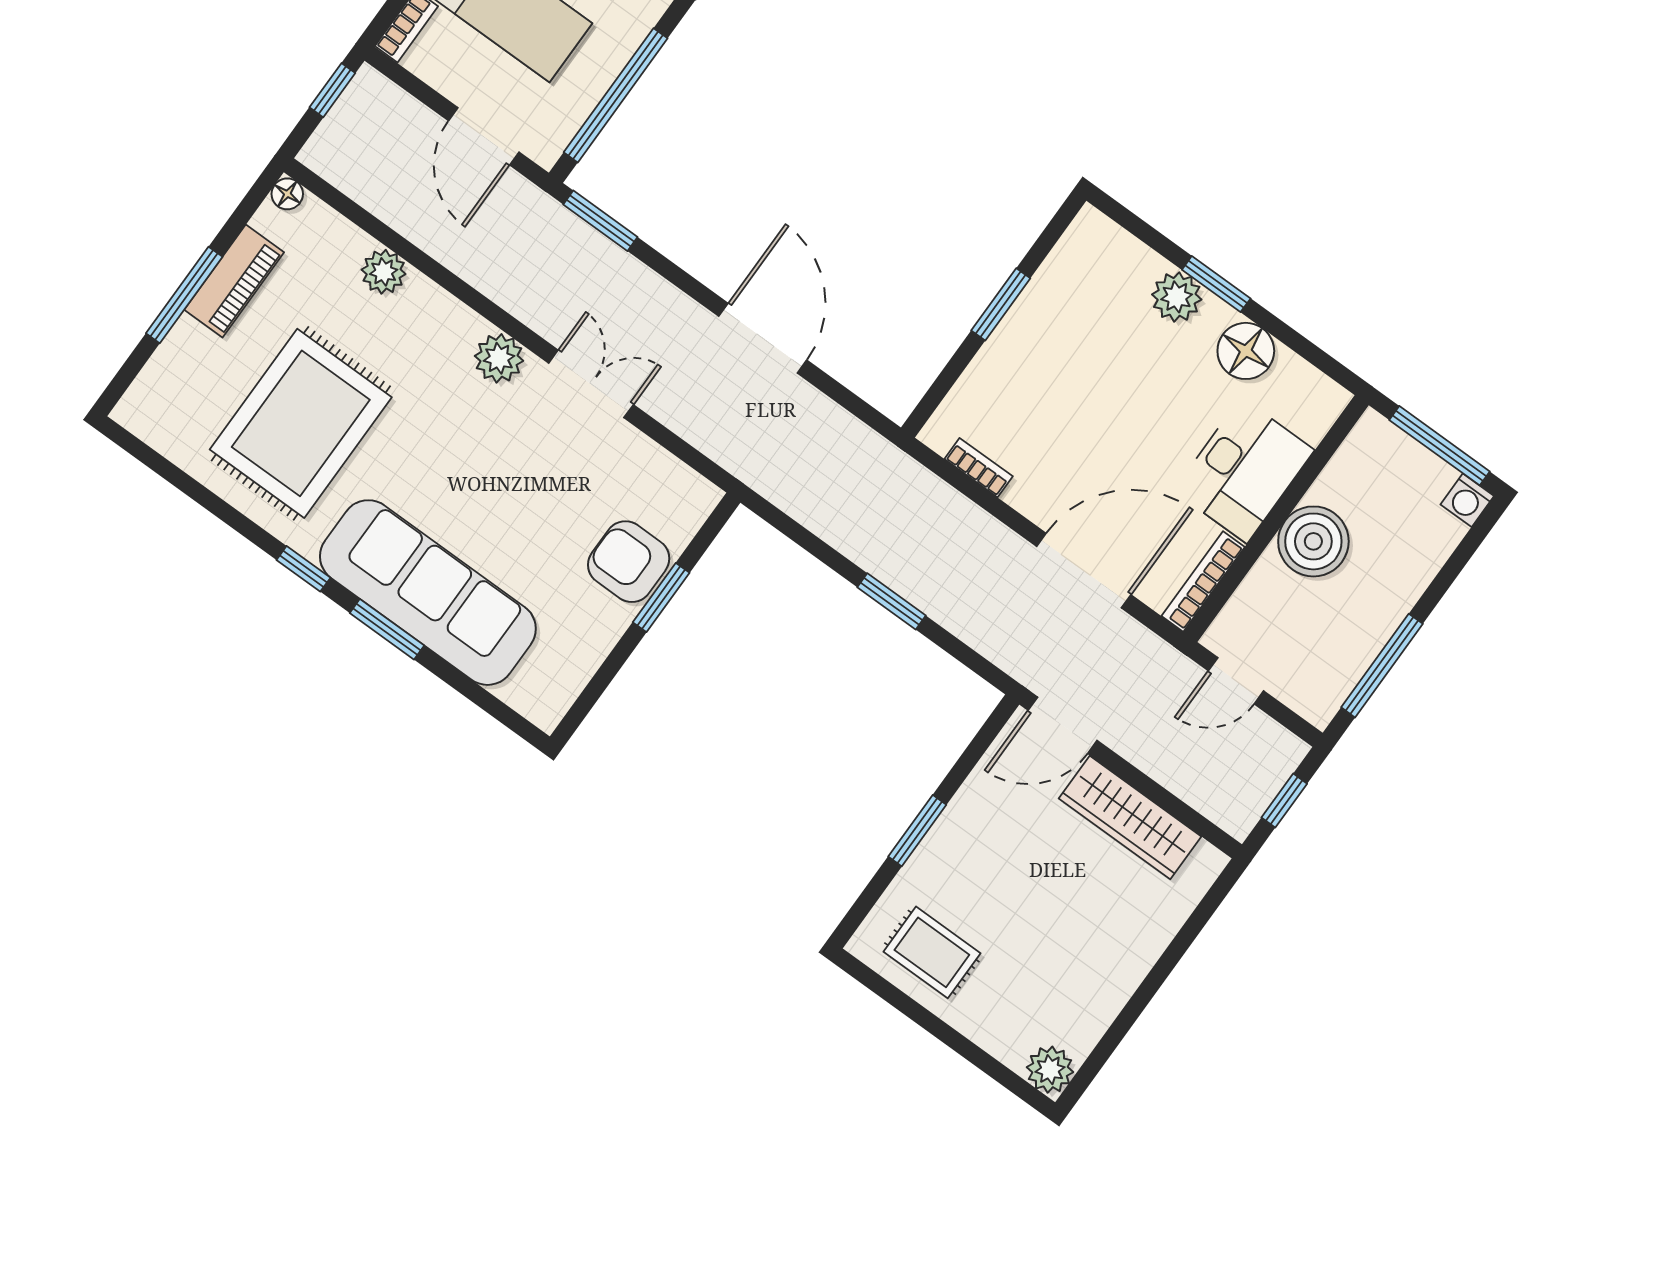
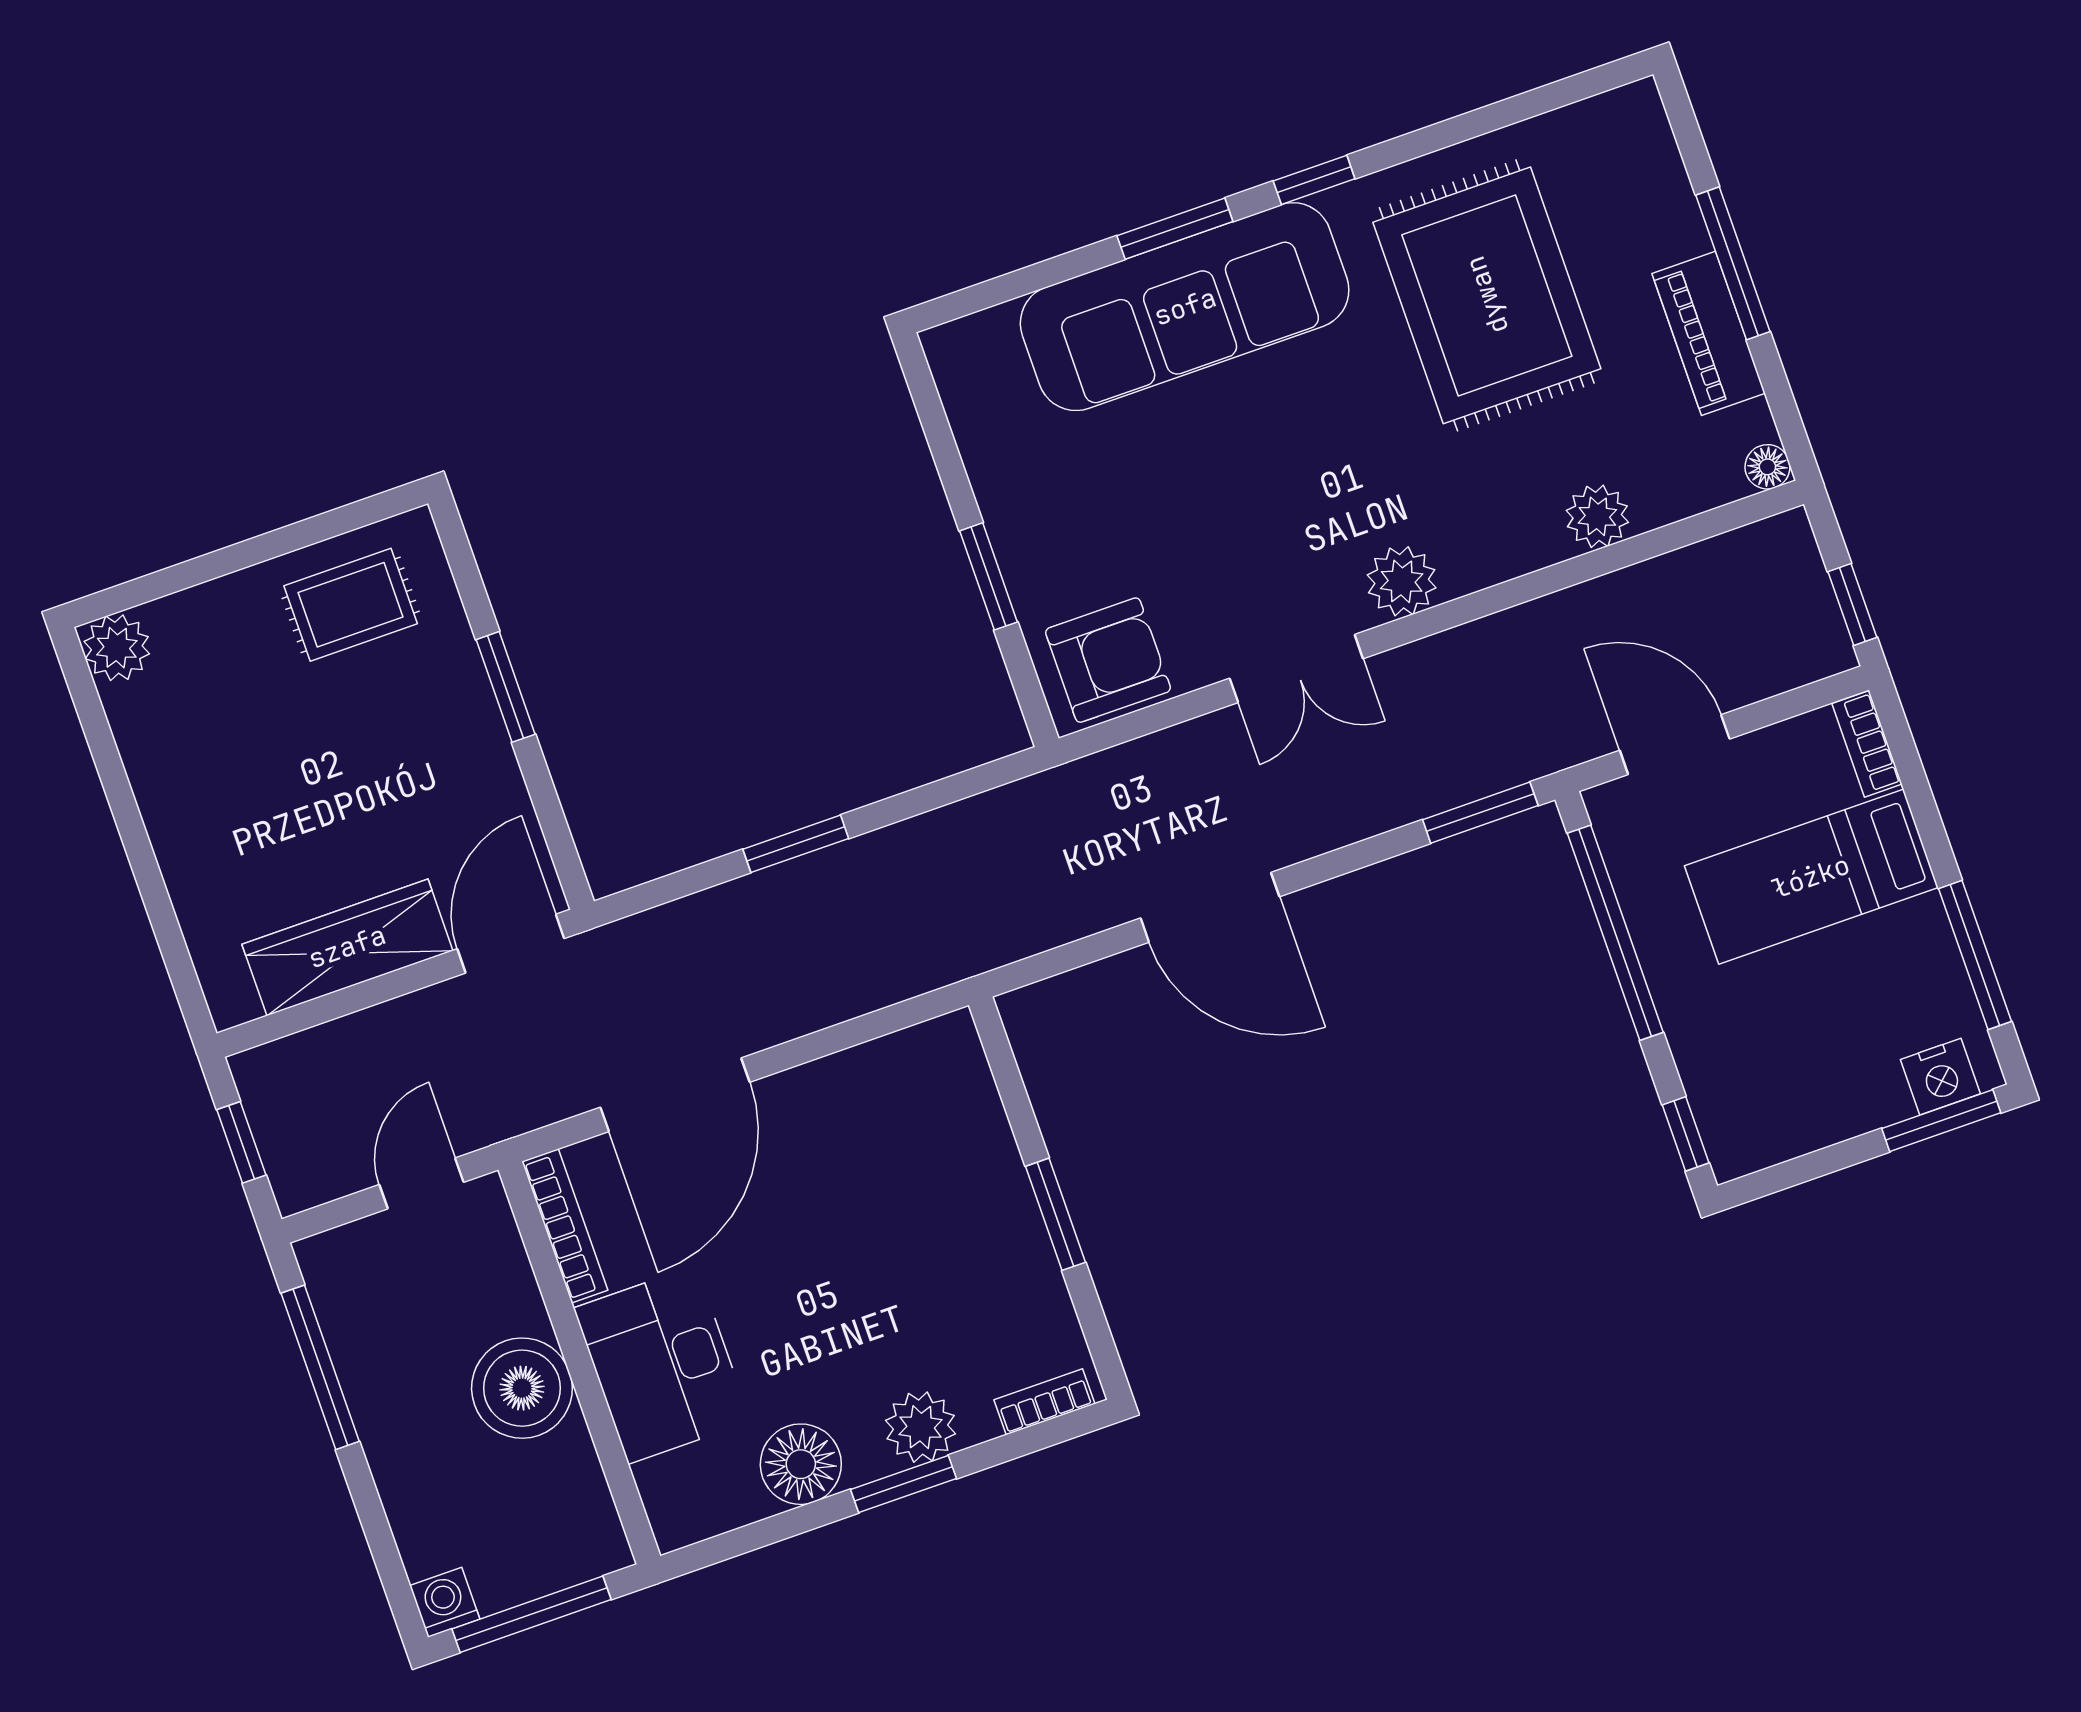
bookcase: (979, 468) -> (1044, 1402), moved, turned 180
armchair: (629, 562) -> (1108, 660), moved

